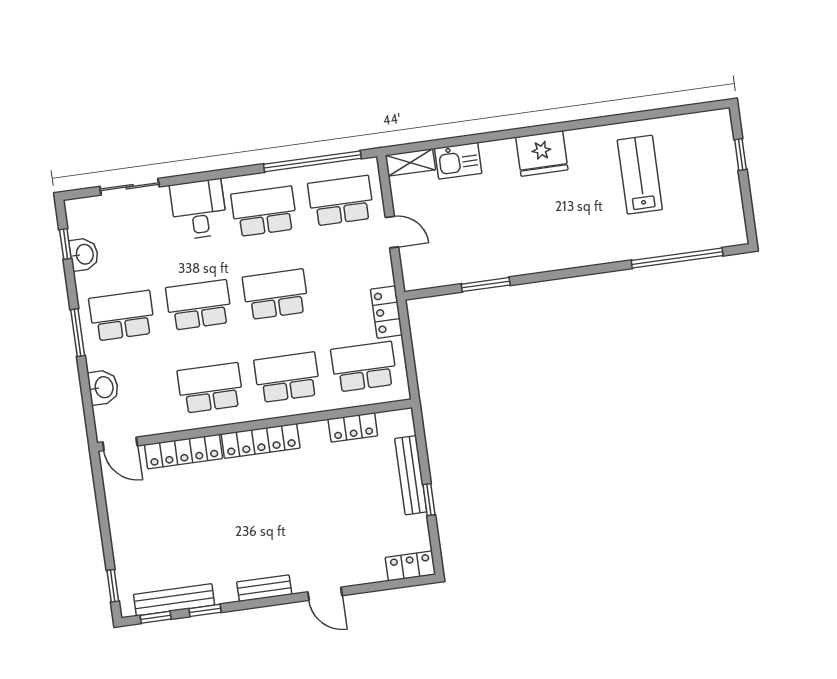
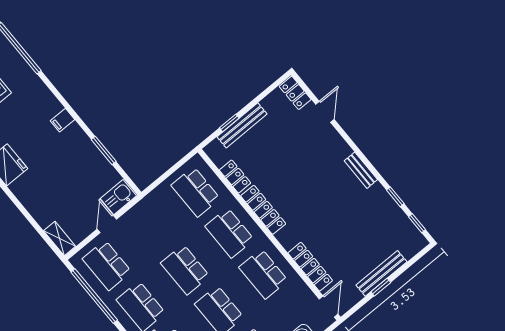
kitchen sink: (458, 161) -> (118, 197), moved, turned -90
filing cabinet: (555, 257) -> (62, 120), added
locker: (386, 312) -> (156, 198), removed
locker: (261, 441) -> (263, 210), moved
window: (429, 500) -> (229, 123), moved
window: (113, 586) -> (381, 287), moved
door: (325, 594) -> (325, 112), moved
bench: (174, 600) -> (381, 273), moved, turned 90

